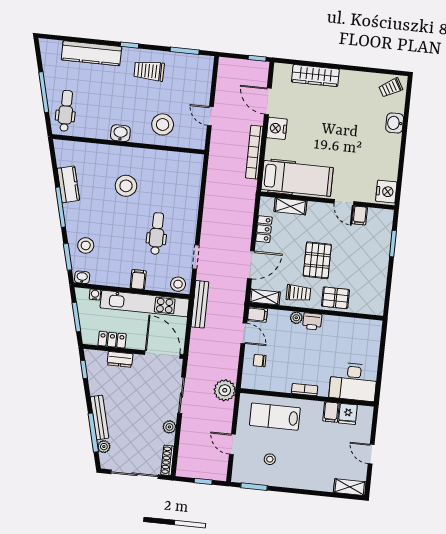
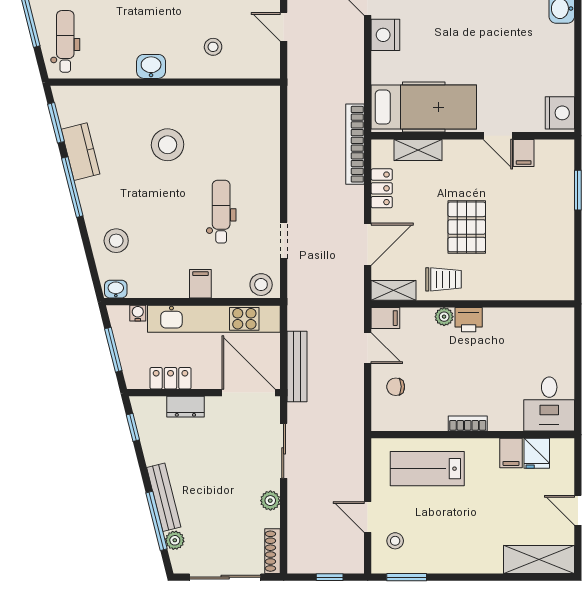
stool: (163, 124) -> (213, 47), width x0.53, depth x0.53
bookcase: (254, 152) -> (355, 144), moved
window: (68, 257) -> (56, 123), moved
pallet: (335, 298) -> (500, 281), removed
bench: (200, 304) -> (297, 367), moved
desk: (353, 382) -> (549, 404), width x0.73
plant: (225, 390) -> (348, 437), removed
stool: (270, 459) -> (395, 541), moved
shelving: (350, 487) -> (539, 559), width x1.50, depth x1.33

